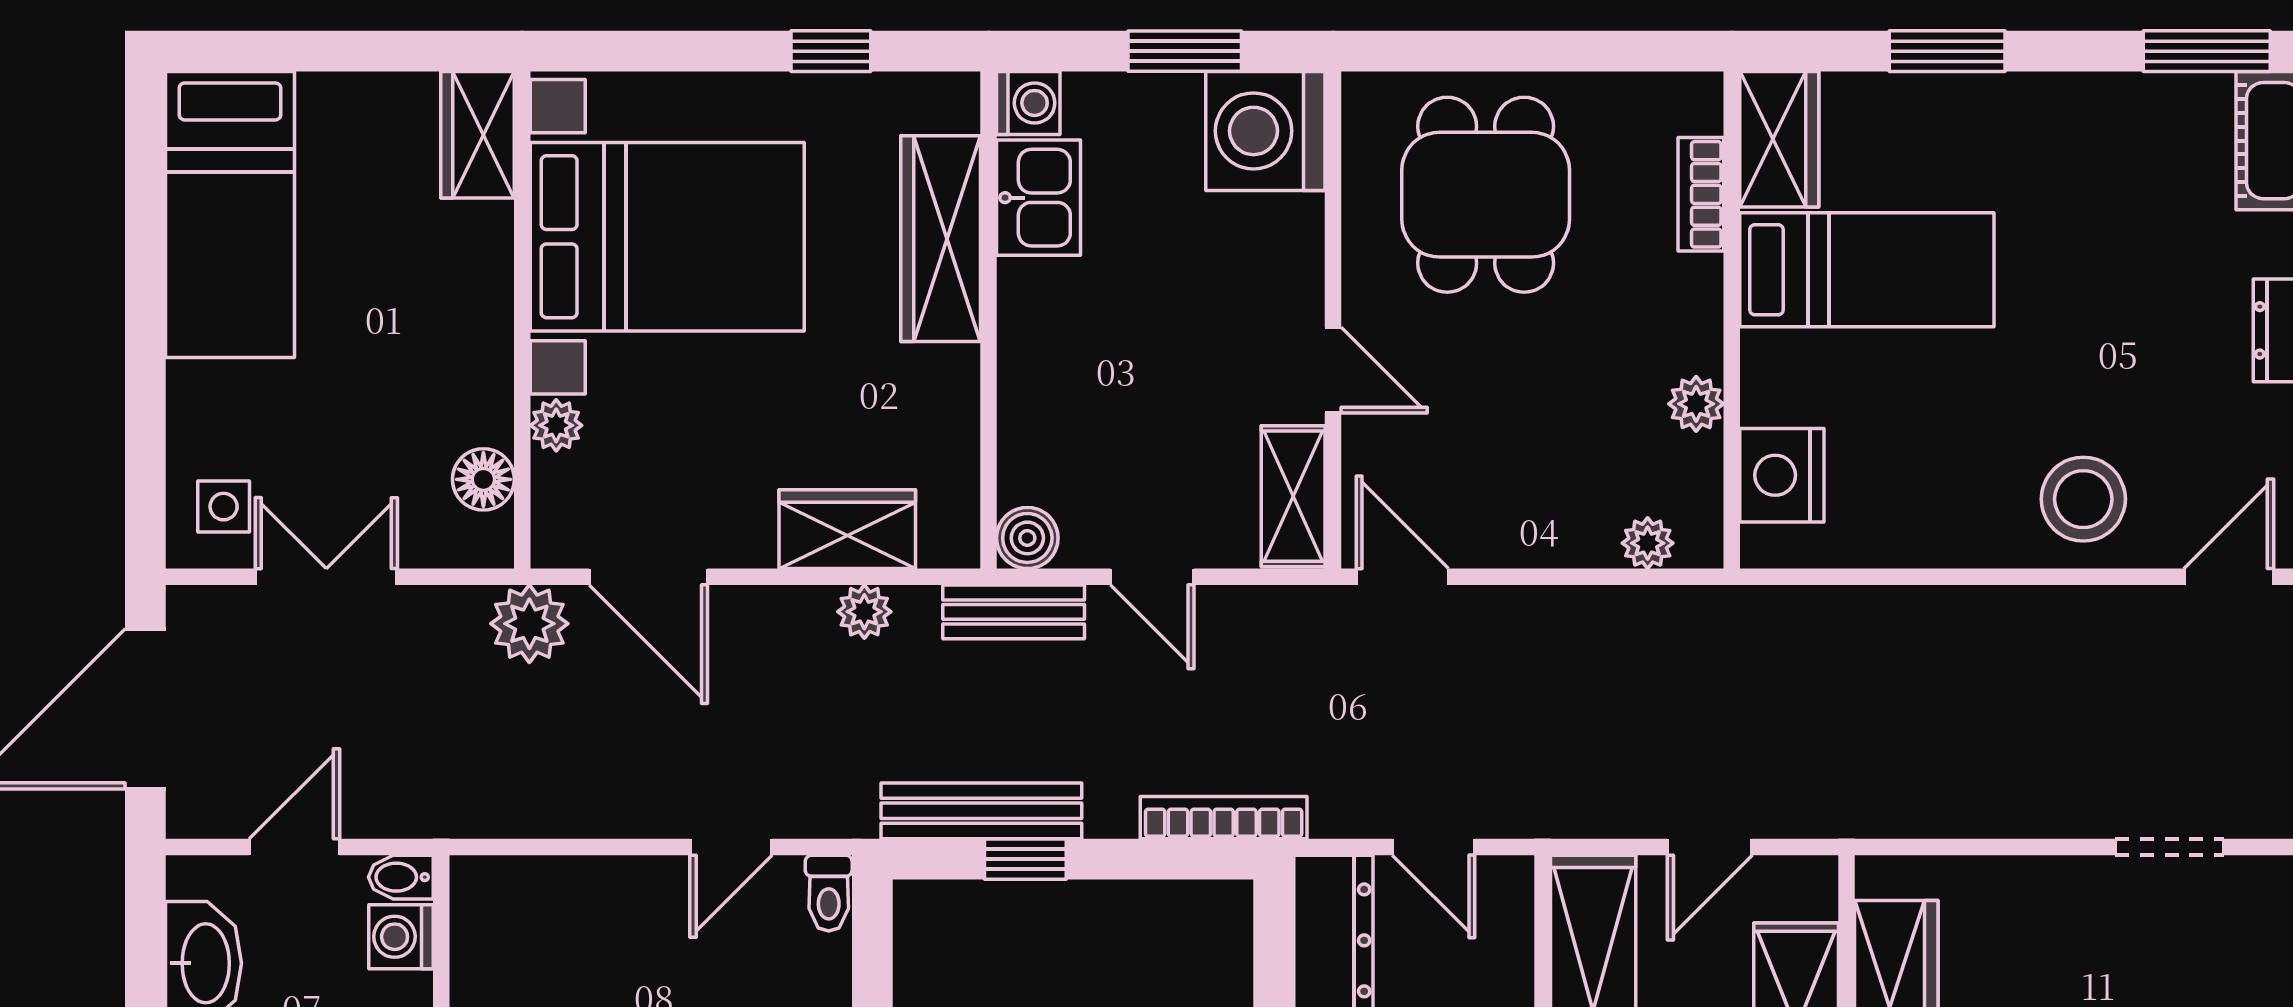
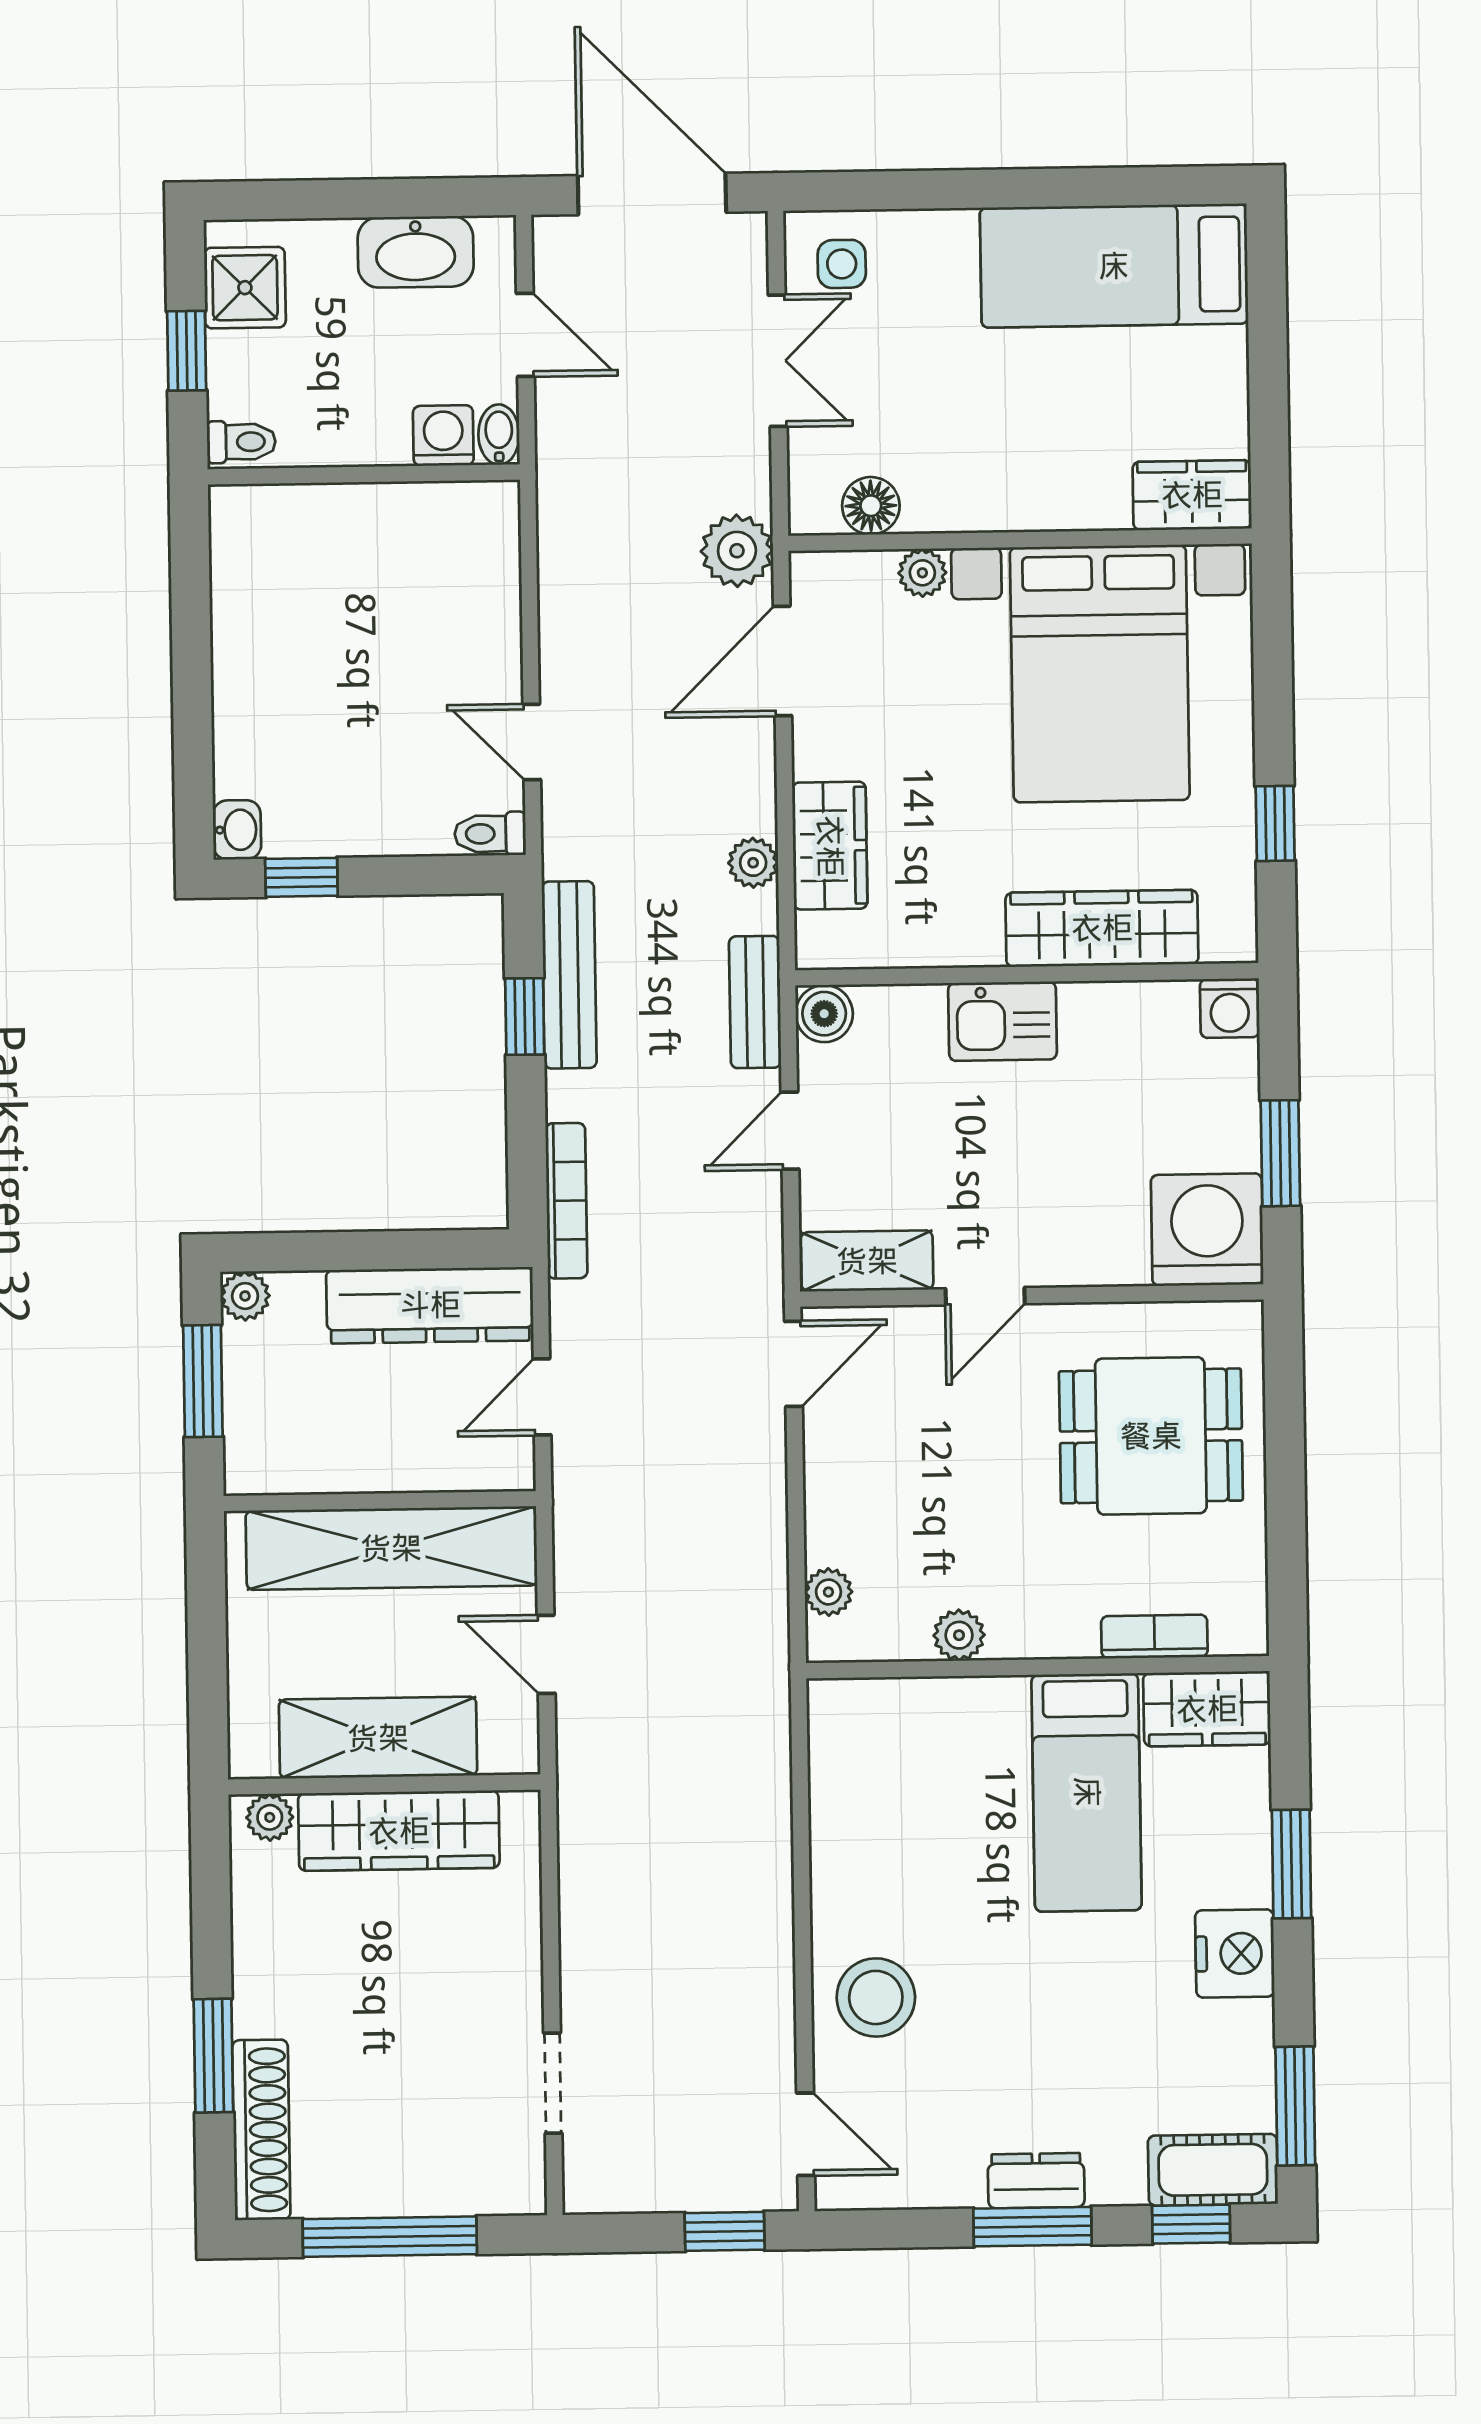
kitchen sink: (1038, 198) -> (1002, 1021), moved
nightstand: (1782, 475) -> (1235, 1953), moved, turned 90

